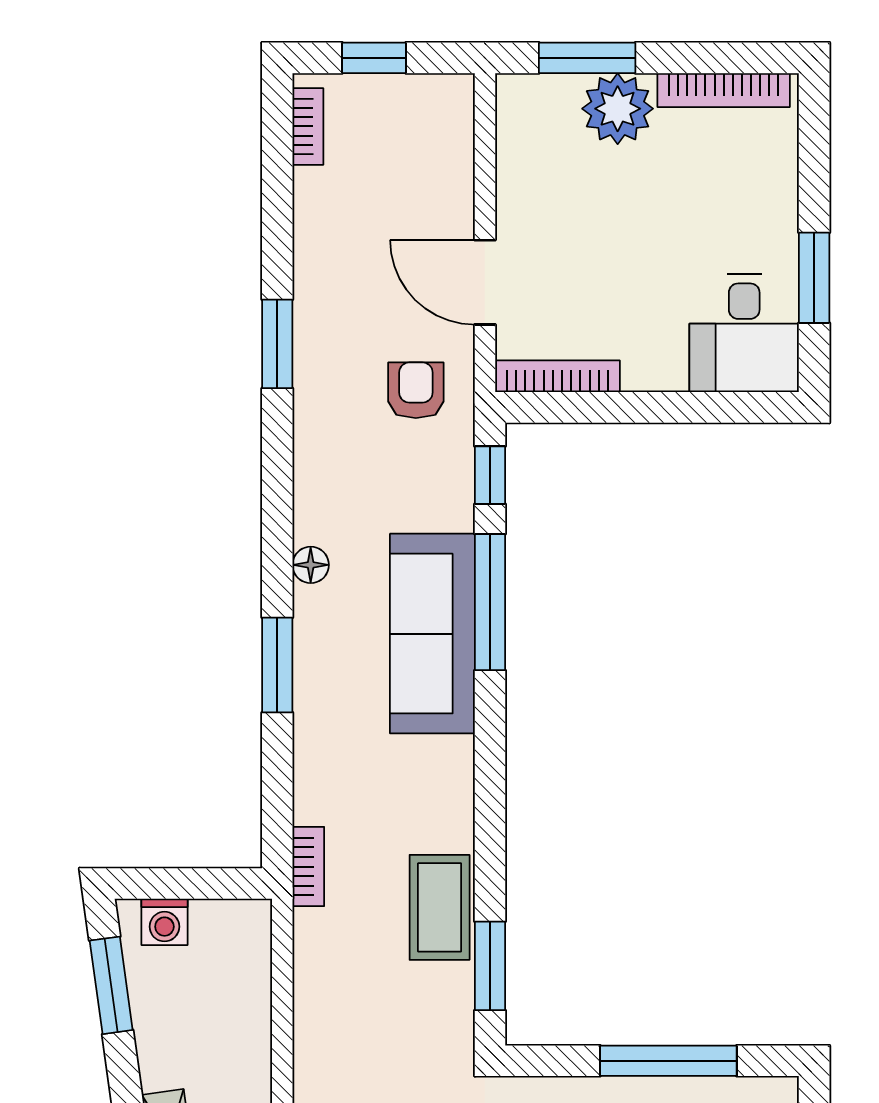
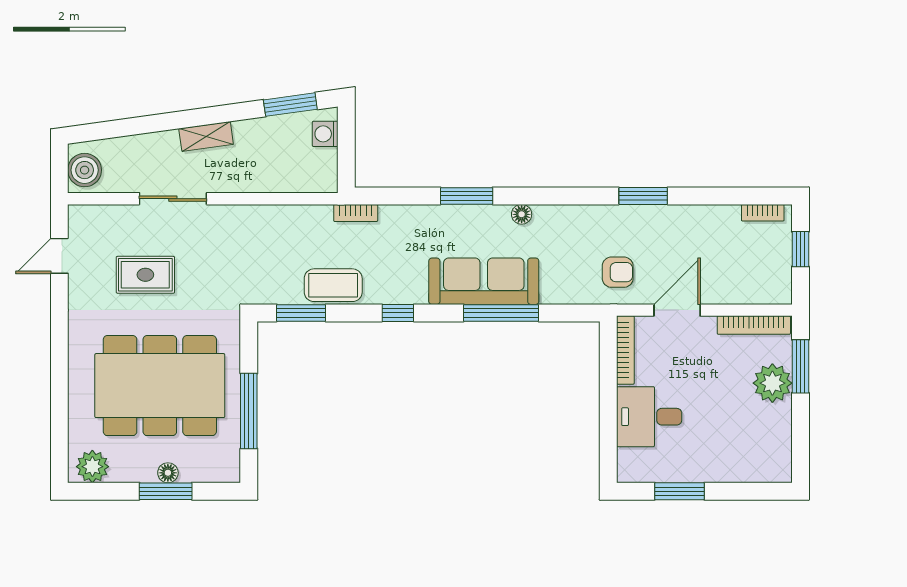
bookcase: (724, 90) -> (754, 325), moved, turned -90
desk: (744, 333) -> (649, 417), moved
window: (490, 475) -> (398, 313), moved

